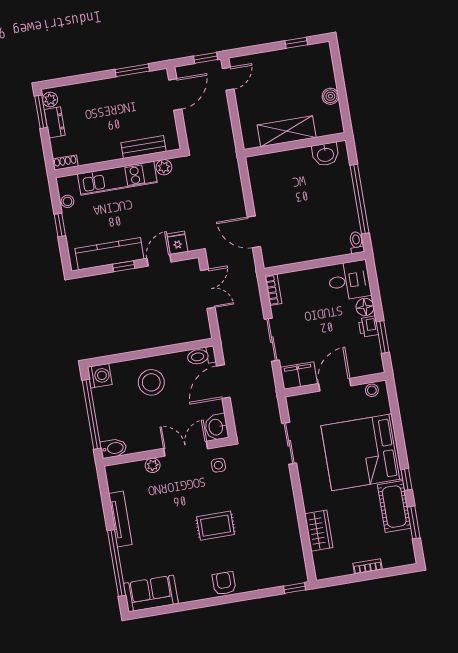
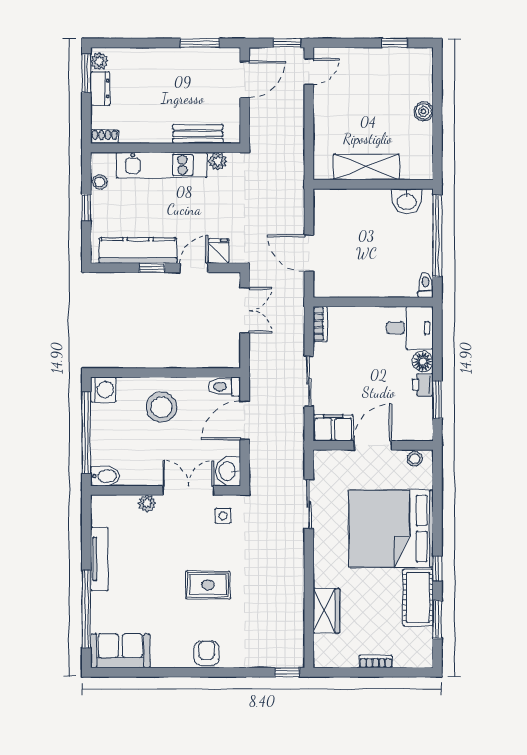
shelving: (287, 131) -> (366, 167), moved
wall: (295, 145) -> (373, 184), moved
washbasin: (325, 154) -> (407, 201), moved

